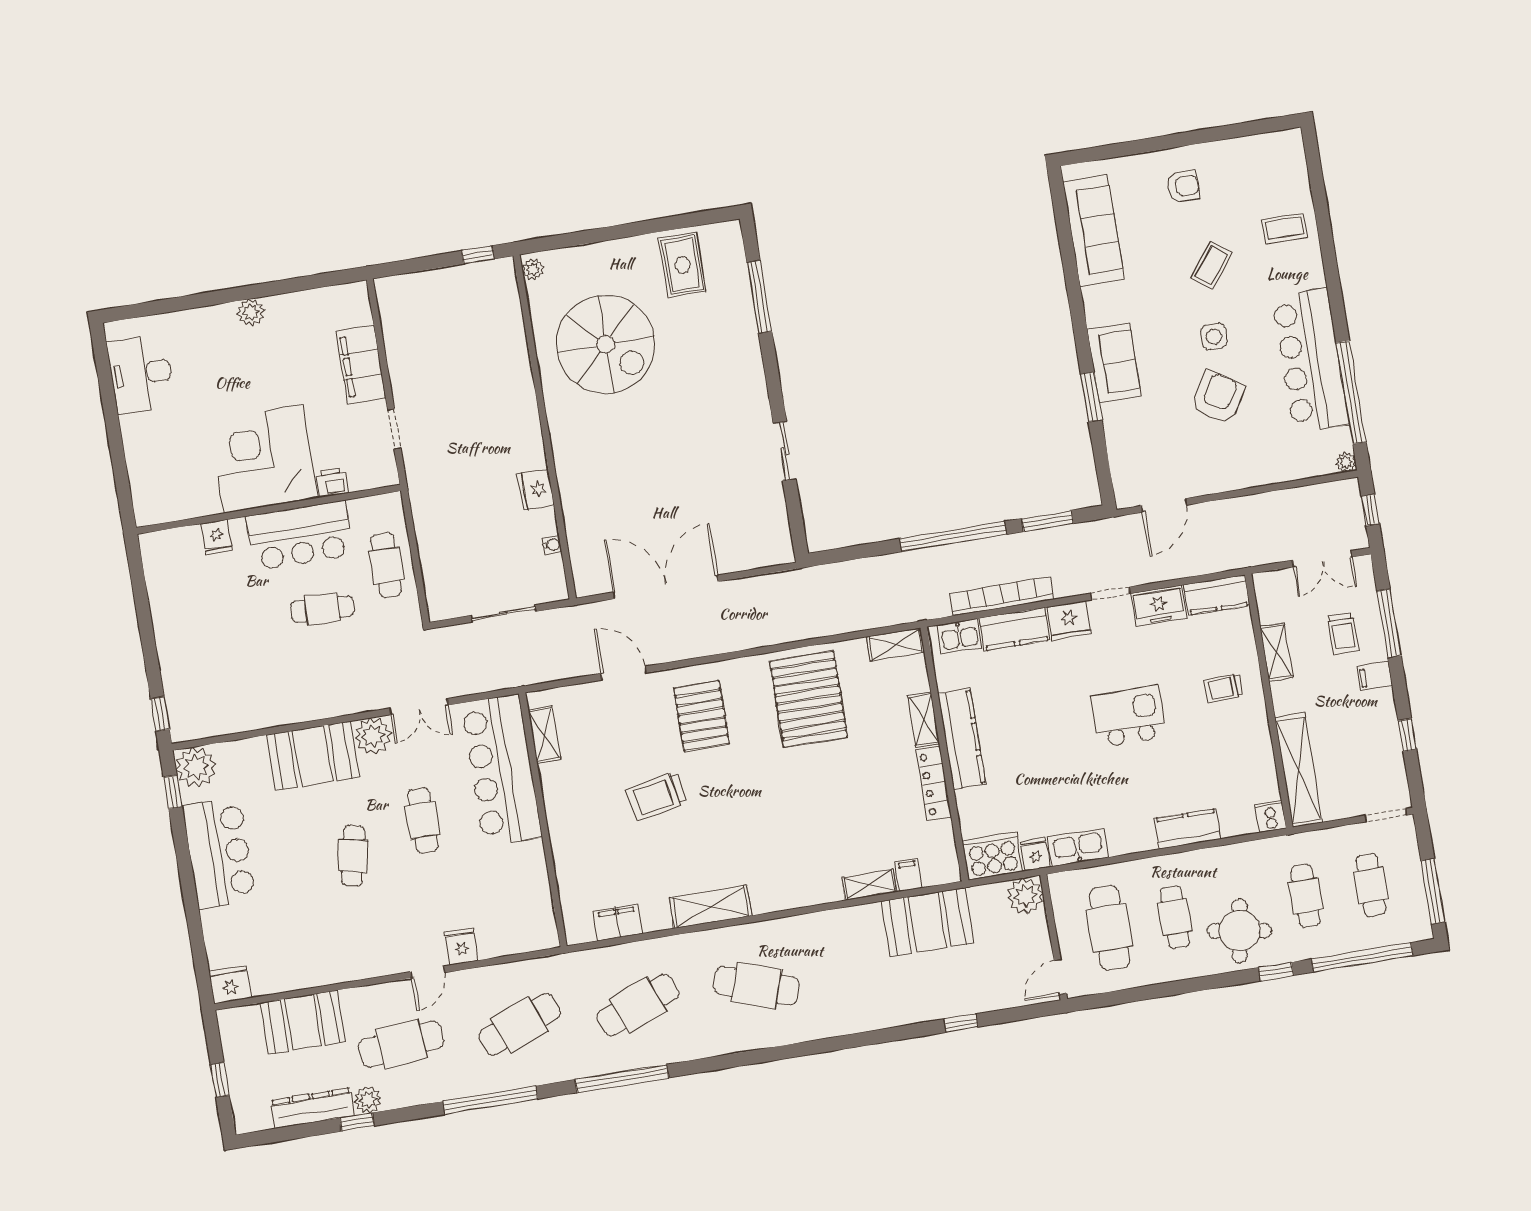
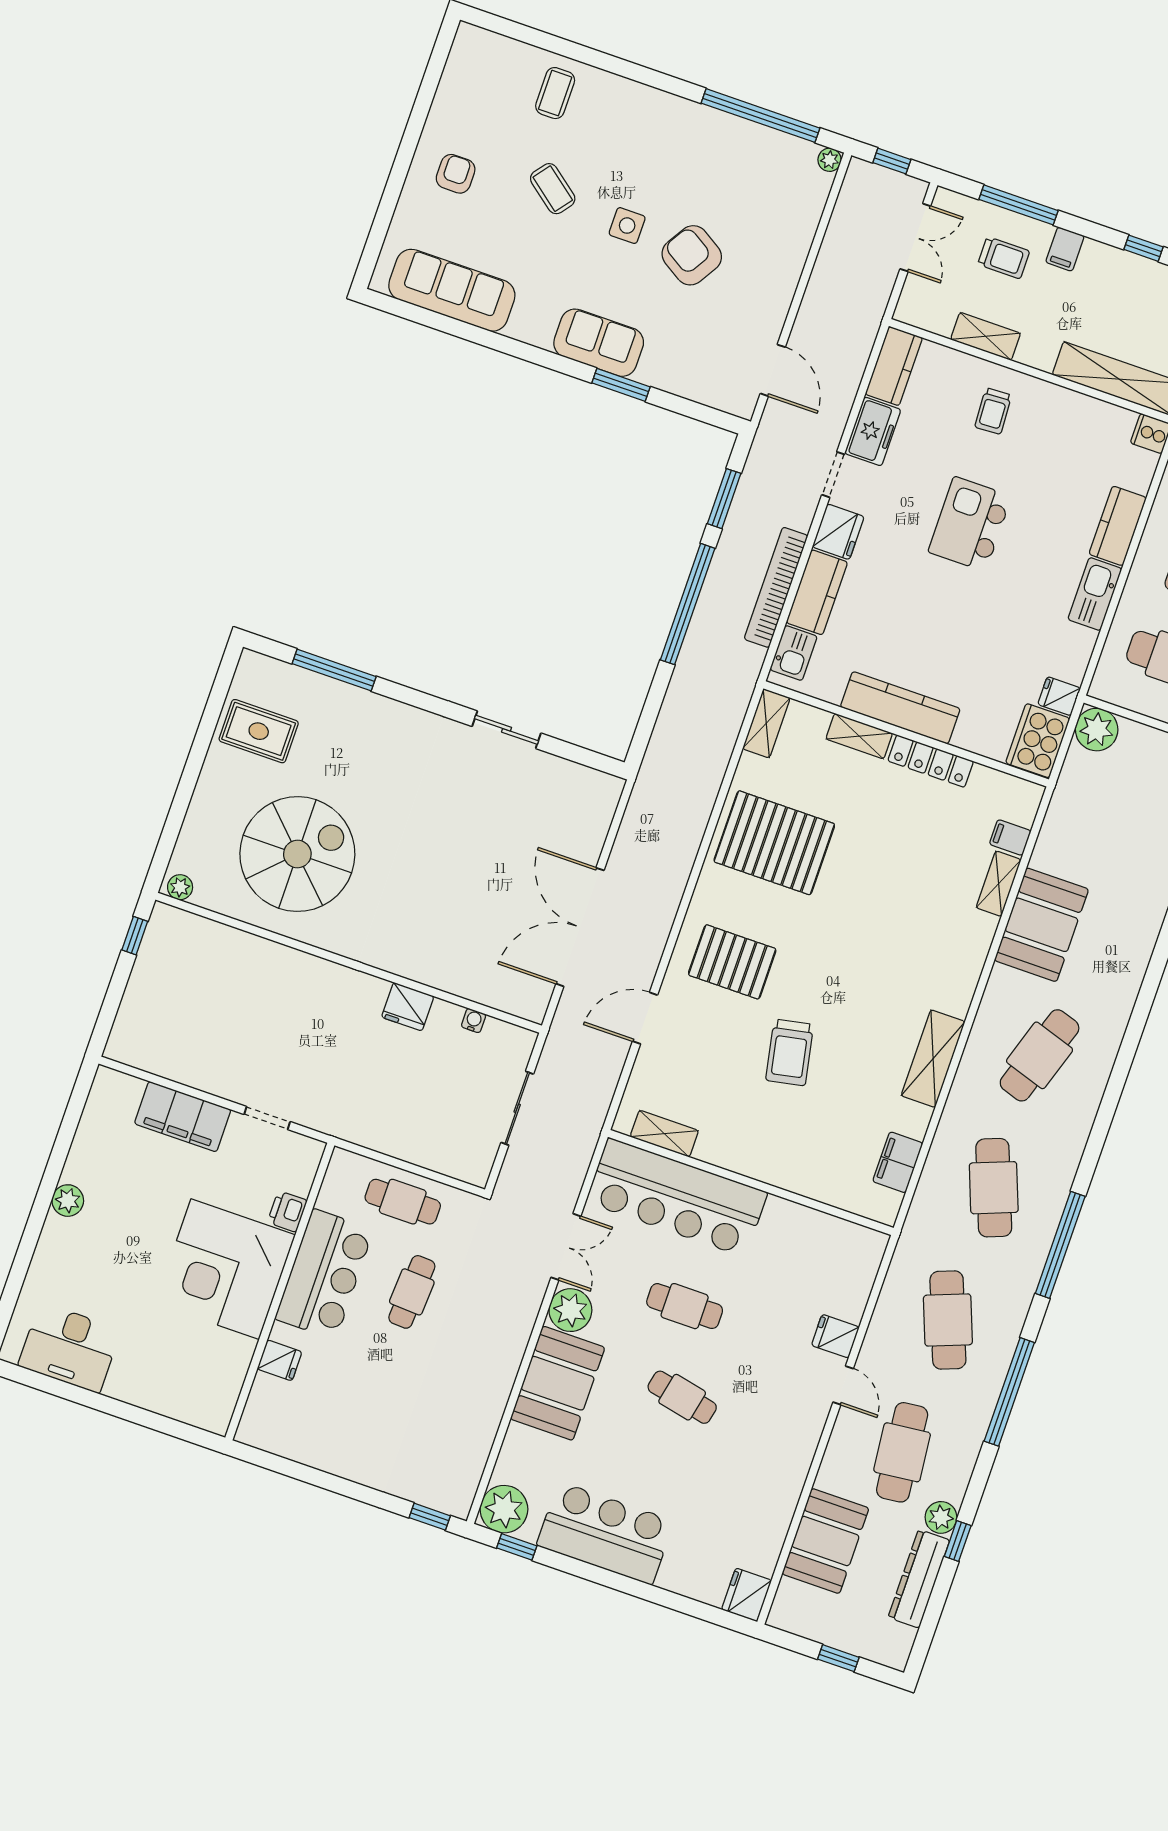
bar counter: (1311, 360) -> (705, 139), removed
kitchen sink: (1078, 847) -> (1095, 594), moved
booth: (927, 922) -> (1041, 925), moved

